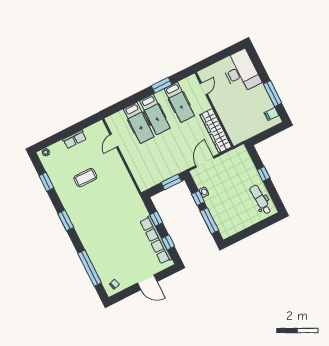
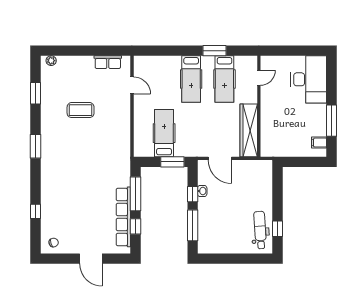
hospital bed: (139, 123) -> (164, 133), moved, turned 180
row of seats: (75, 139) -> (108, 62), moved
door: (114, 141) -> (132, 85), swing flipped
door: (205, 162) -> (220, 158), swing flipped
window: (263, 174) -> (277, 229), moved
window: (156, 219) -> (136, 194), width x2.17
window: (90, 268) -> (36, 211), width x0.32

